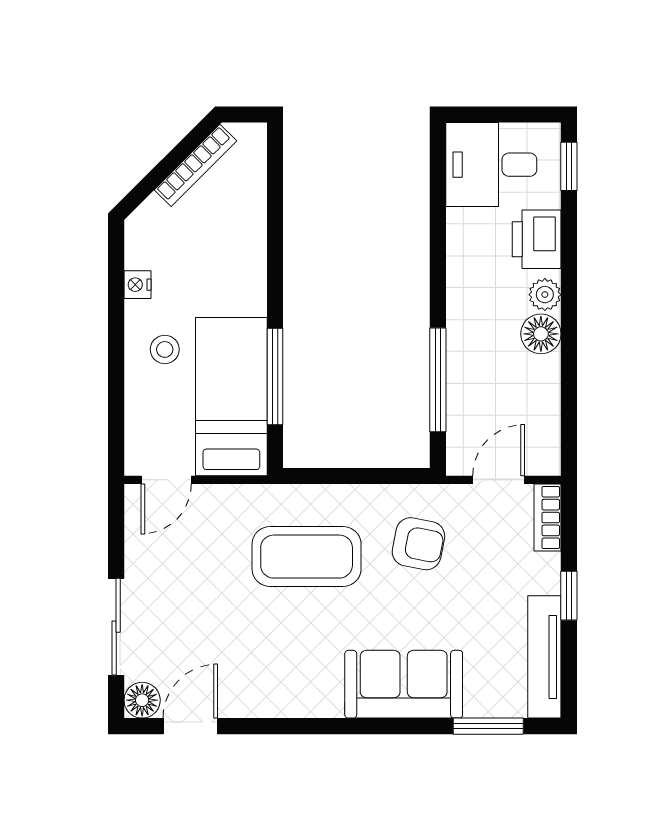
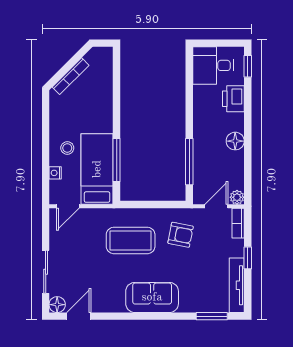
bookcase: (195, 165) -> (71, 76), moved
nightstand: (137, 285) -> (55, 173), moved
plant: (545, 295) -> (237, 197), moved
sofa: (404, 684) -> (152, 297), moved

